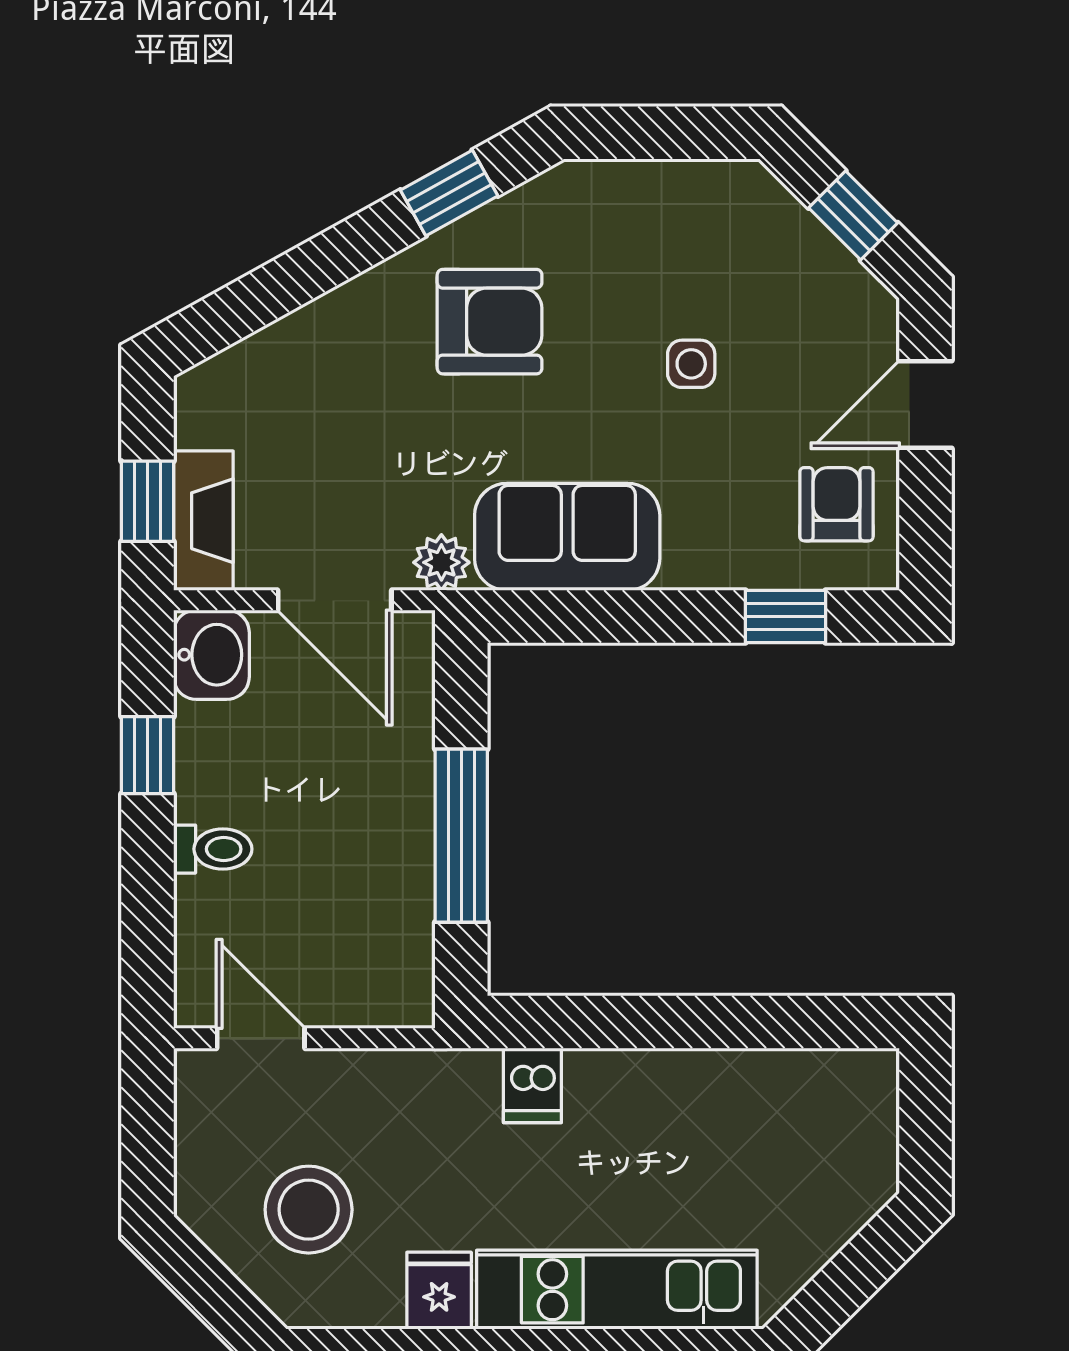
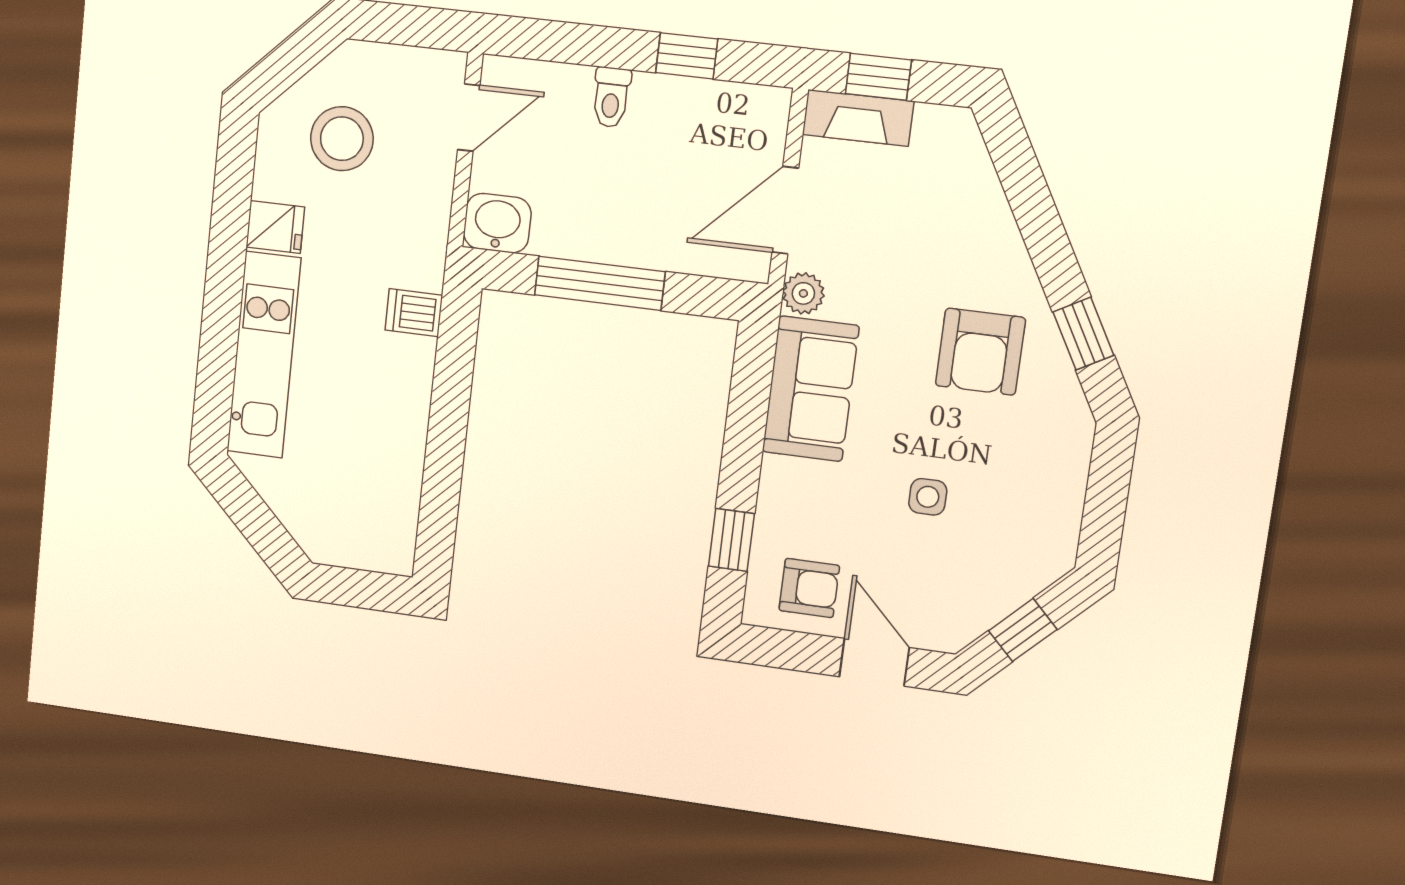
washbasin: (211, 655) -> (497, 223), moved, turned 180

